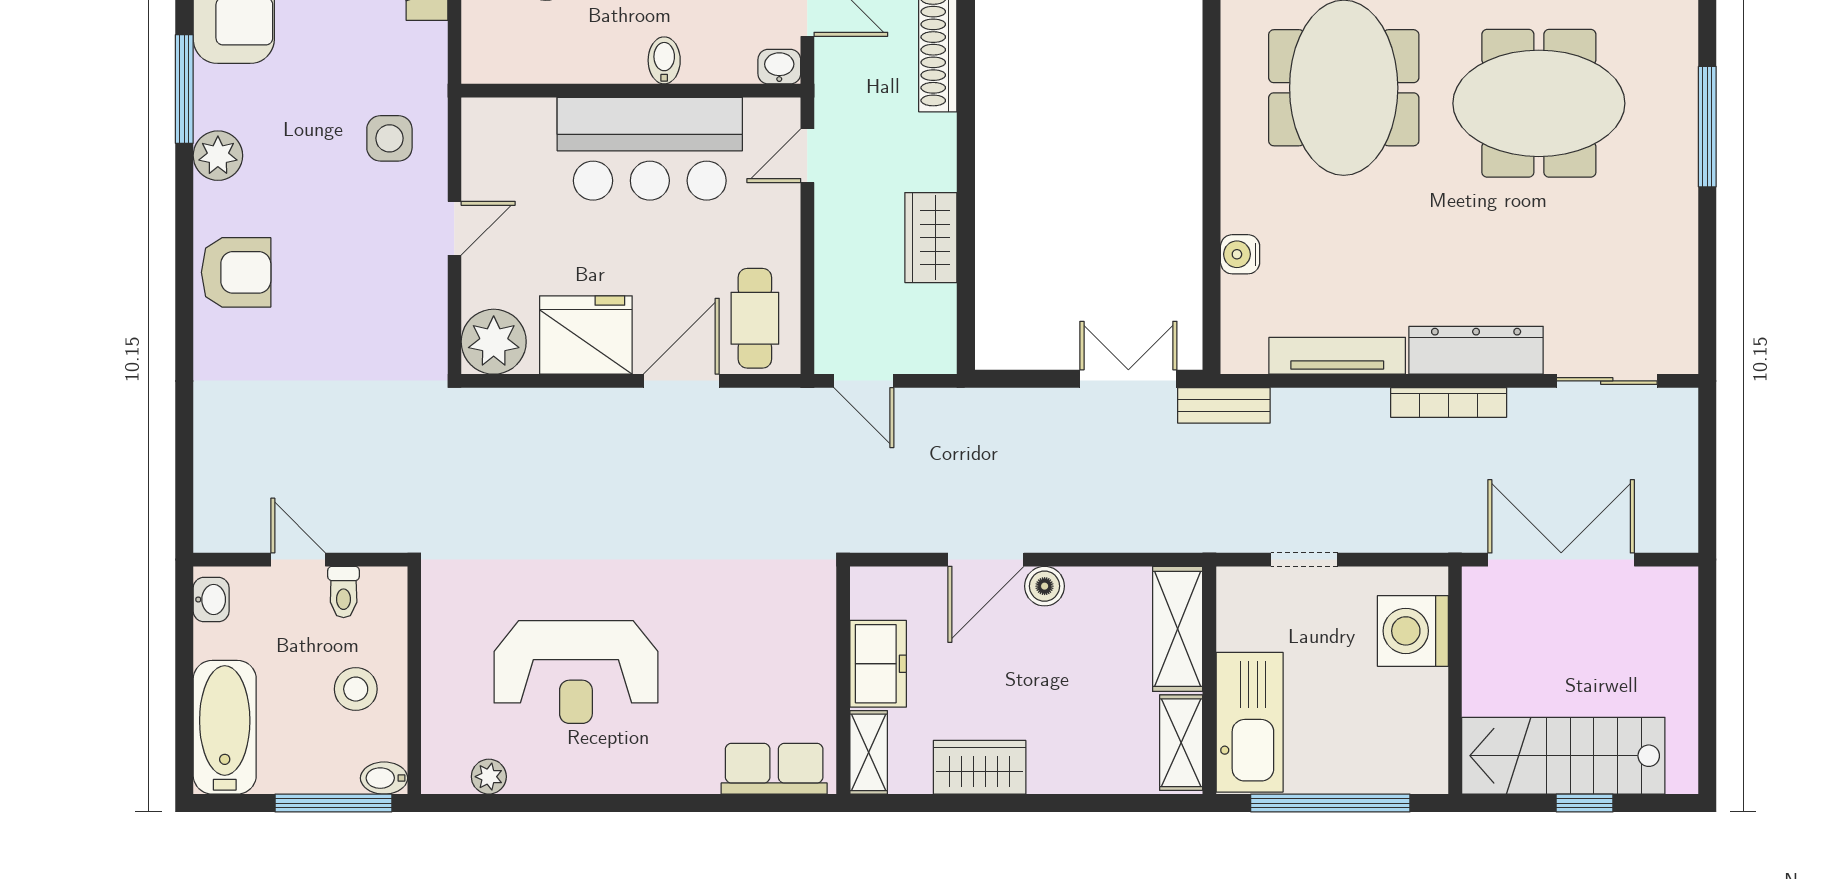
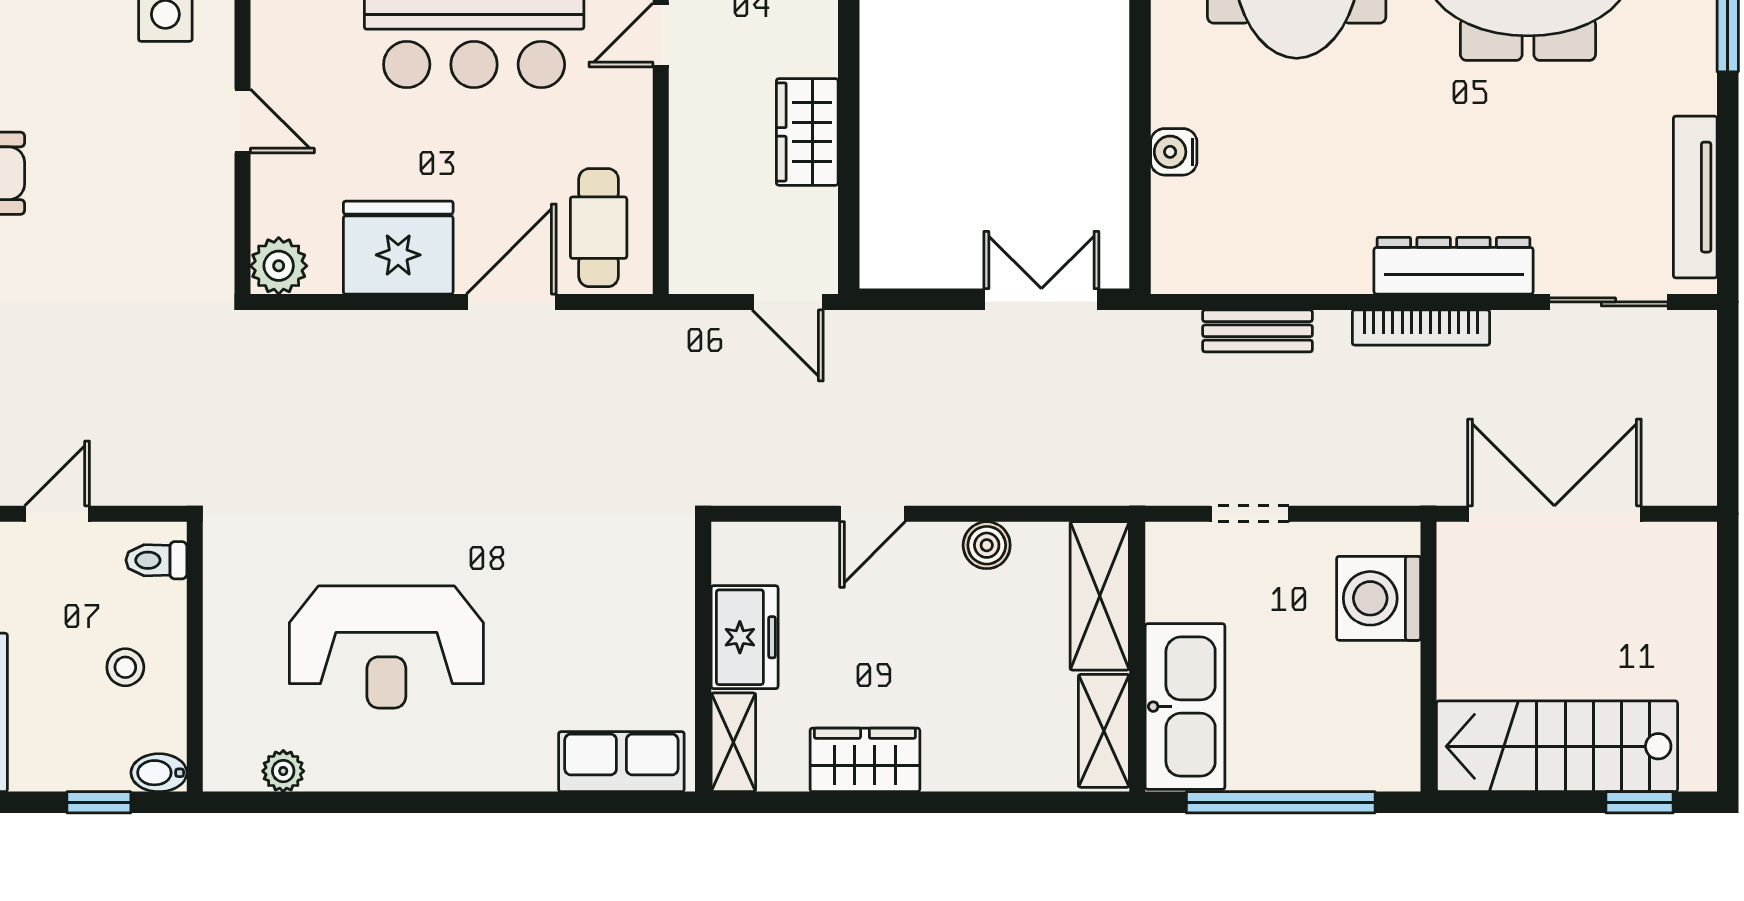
door: (454, 228) -> (242, 121), hinge flipped
plant: (494, 342) -> (279, 266), width x0.73, depth x0.73
tv unit: (1337, 356) -> (1695, 197), moved, turned -90
door: (864, 381) -> (788, 302), moved
bench: (1224, 405) -> (1258, 331), moved
door: (298, 560) -> (57, 514), hinge flipped
door: (986, 560) -> (872, 514), width x0.73
boiler: (1045, 586) -> (987, 545), moved
toilet: (344, 592) -> (156, 560), moved, turned 90
stool: (356, 689) -> (125, 667), width x0.73, depth x0.73
window: (333, 803) -> (99, 802), width x0.46
window: (1585, 803) -> (1640, 802), moved

